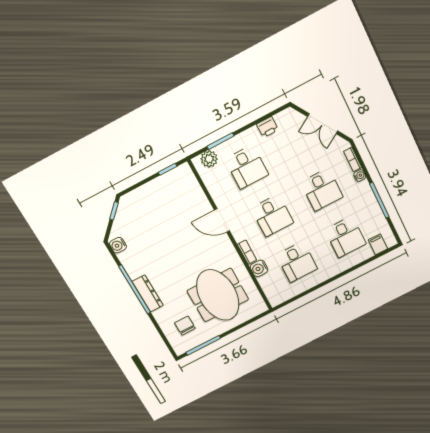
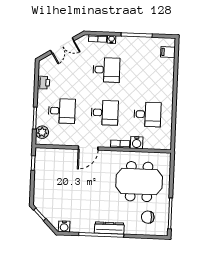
desk: (345, 237) -> (149, 72), removed

